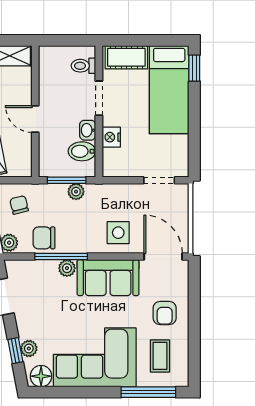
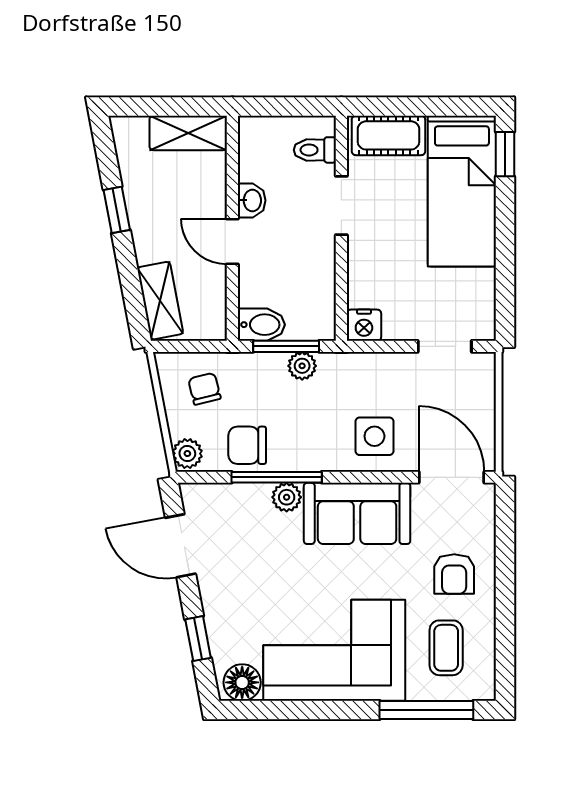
washbasin: (88, 130) -> (252, 200), moved, turned 180
nightstand: (111, 137) -> (364, 325), moved, turned -90
bidet: (82, 151) -> (261, 325), moved, turned 180
plant: (29, 349) -> (221, 635), removed

